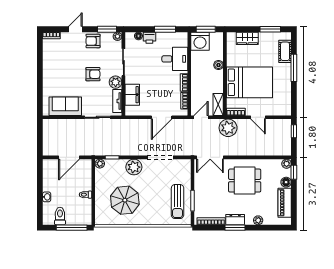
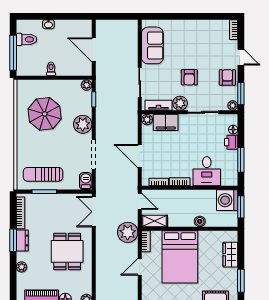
plant: (130, 111) -> (147, 120), added
barbecue: (183, 164) -> (86, 181), added

